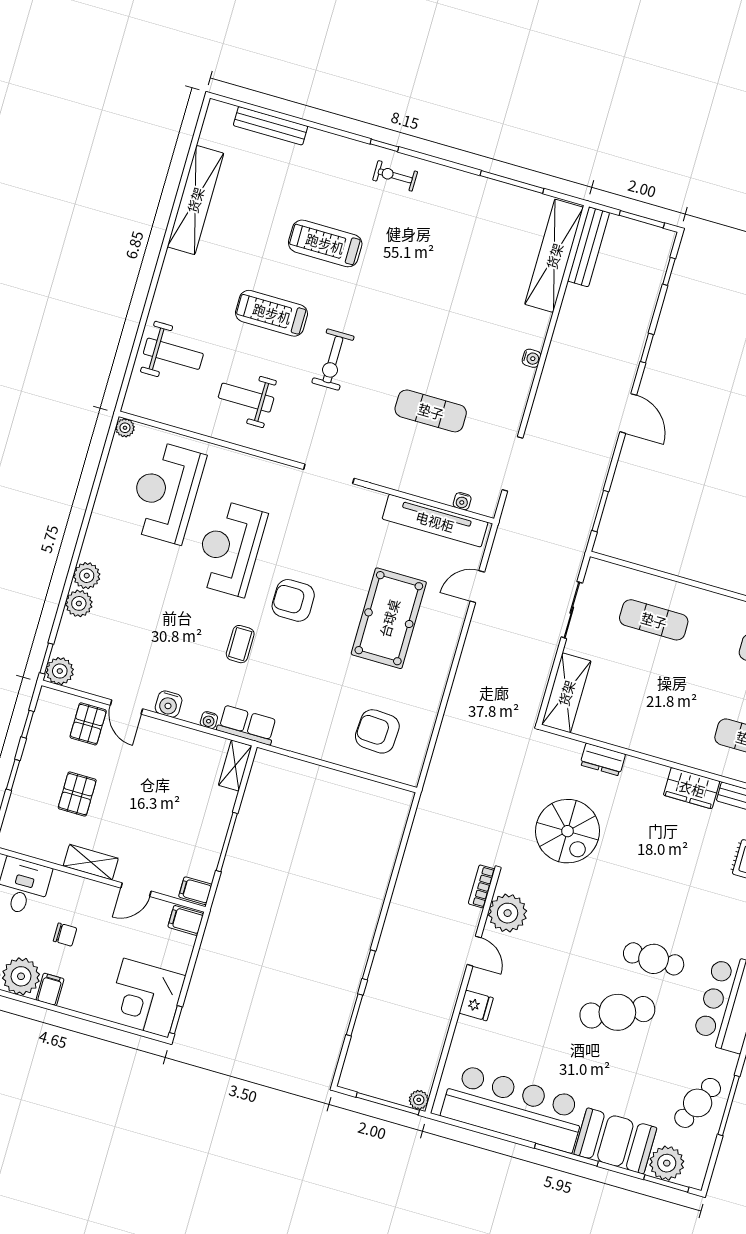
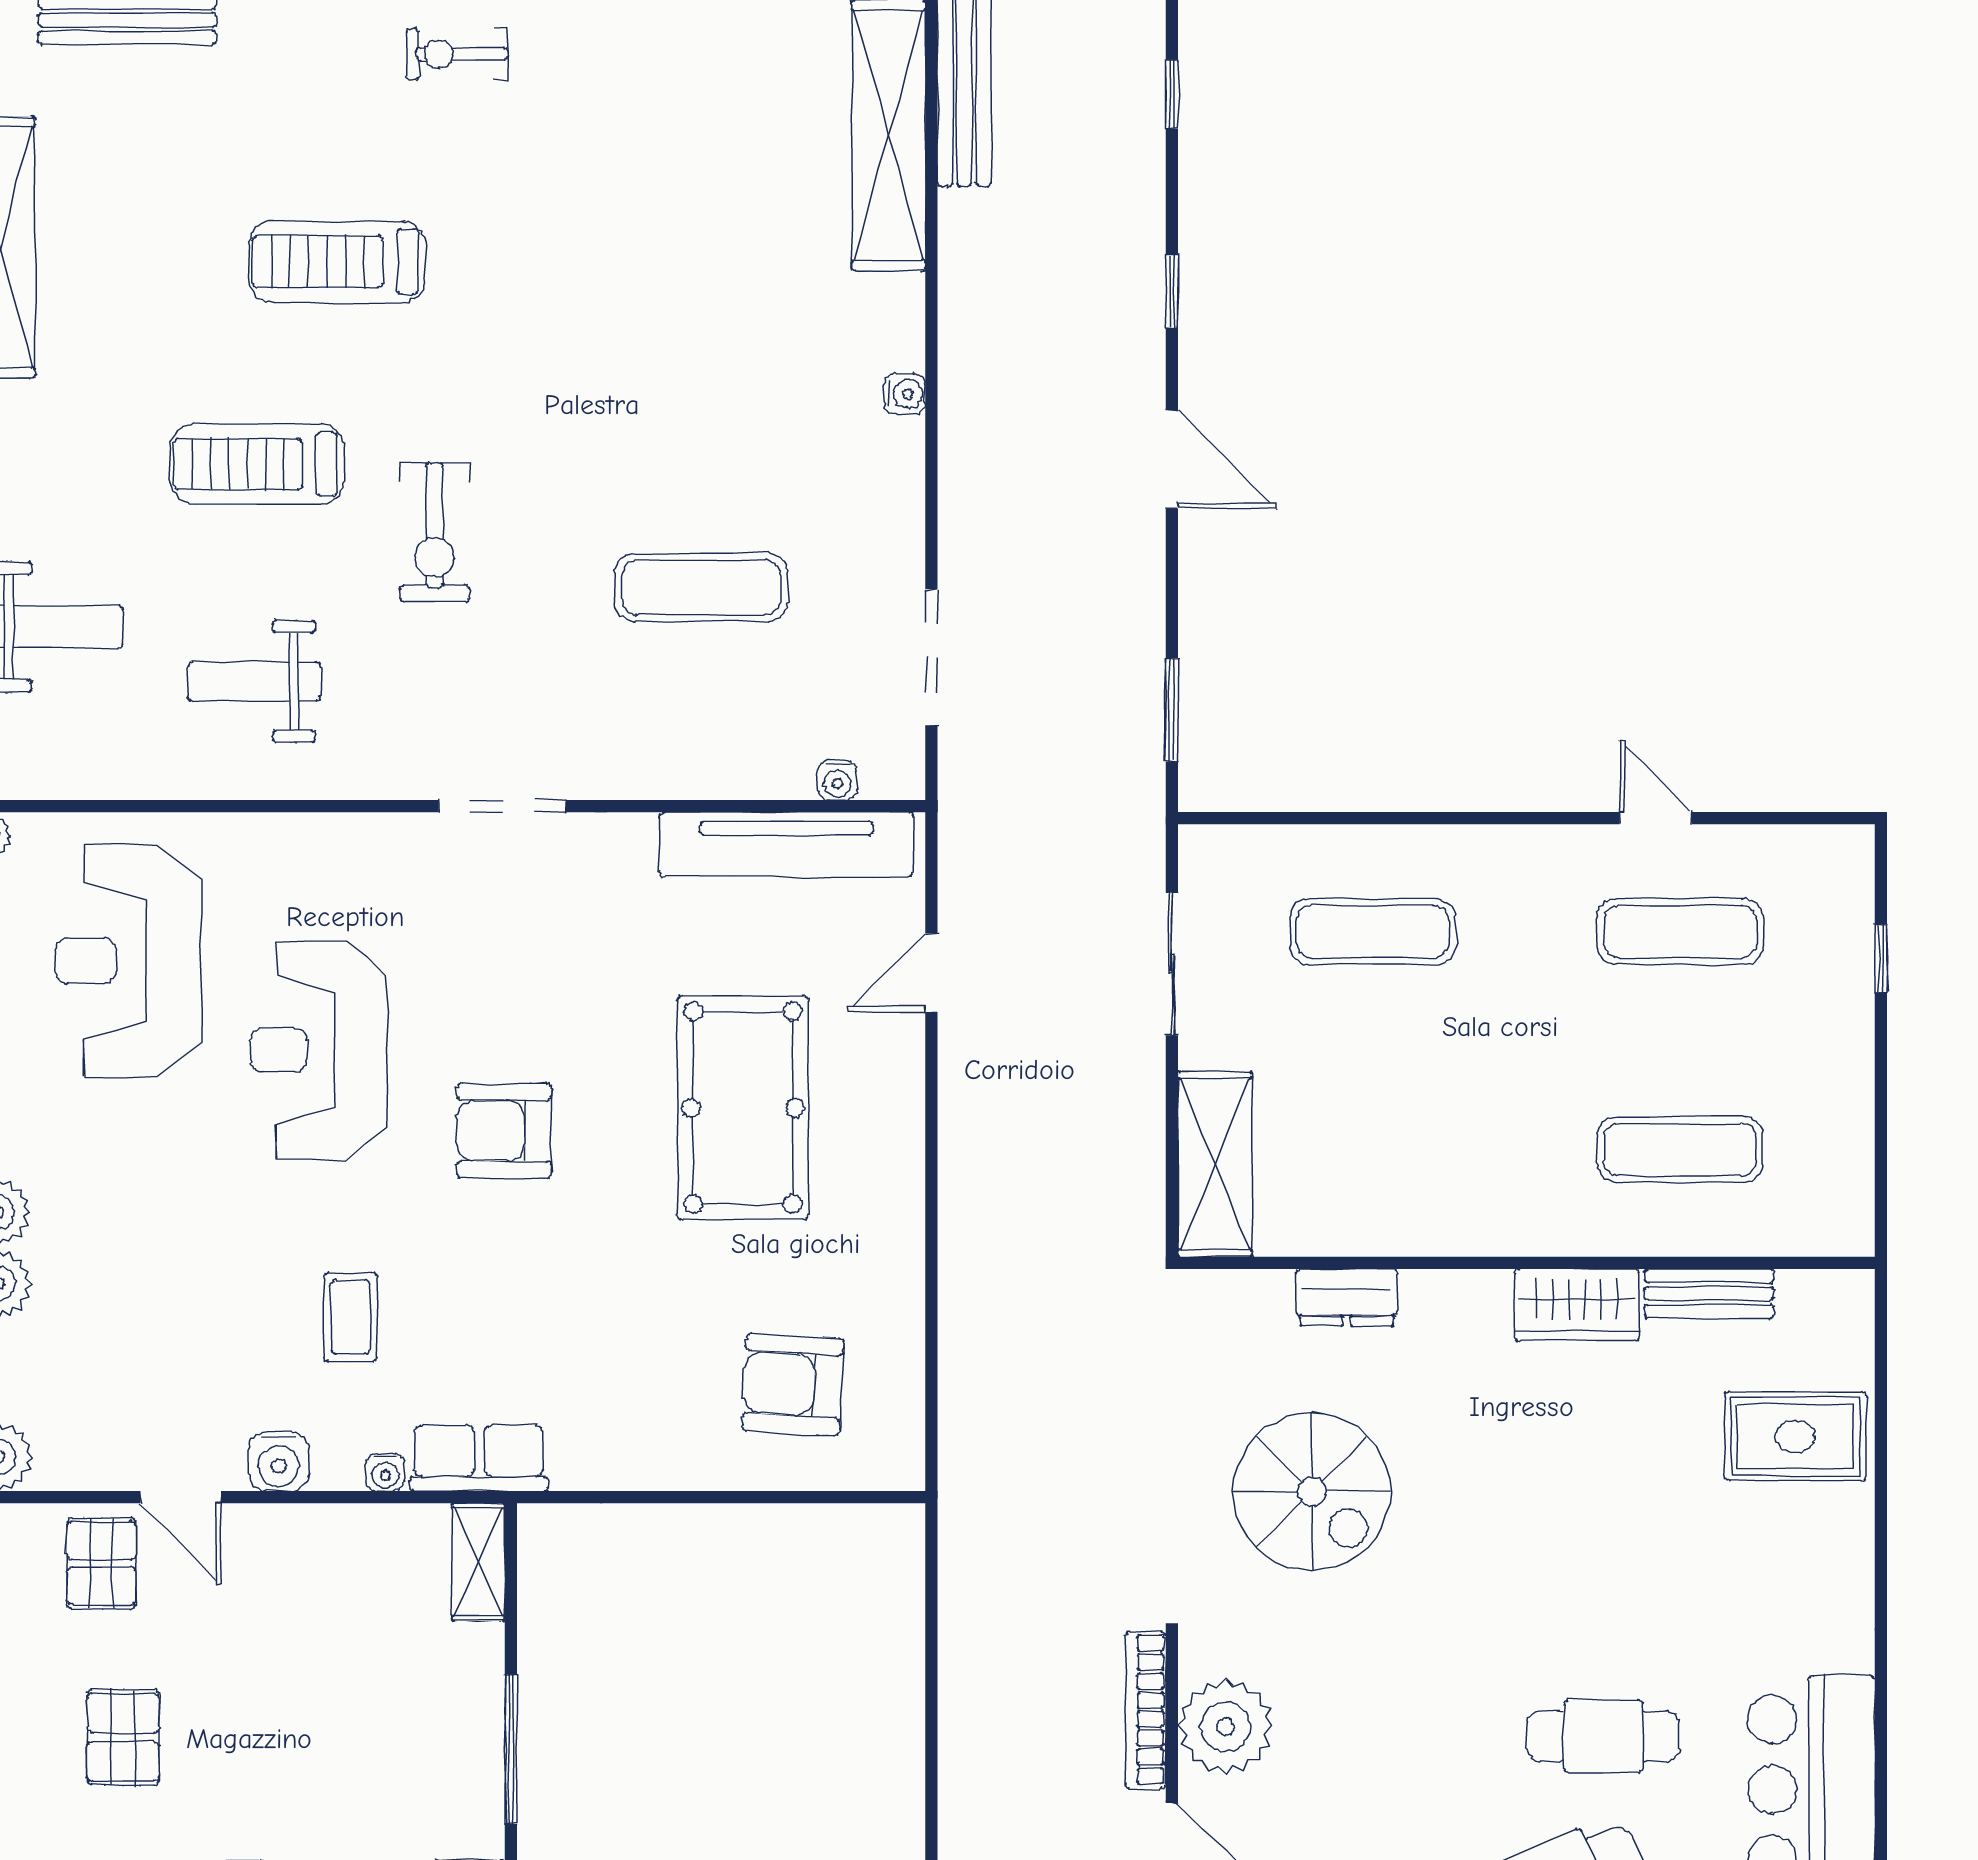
coffee table: (240, 644) -> (350, 1317), moved
bookcase: (482, 886) -> (1146, 1710), width x1.56

